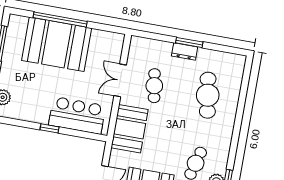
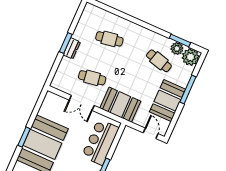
window: (60, 19) -> (24, 137), width x0.47
cafe table: (208, 95) -> (109, 39), width x0.73, depth x0.74

